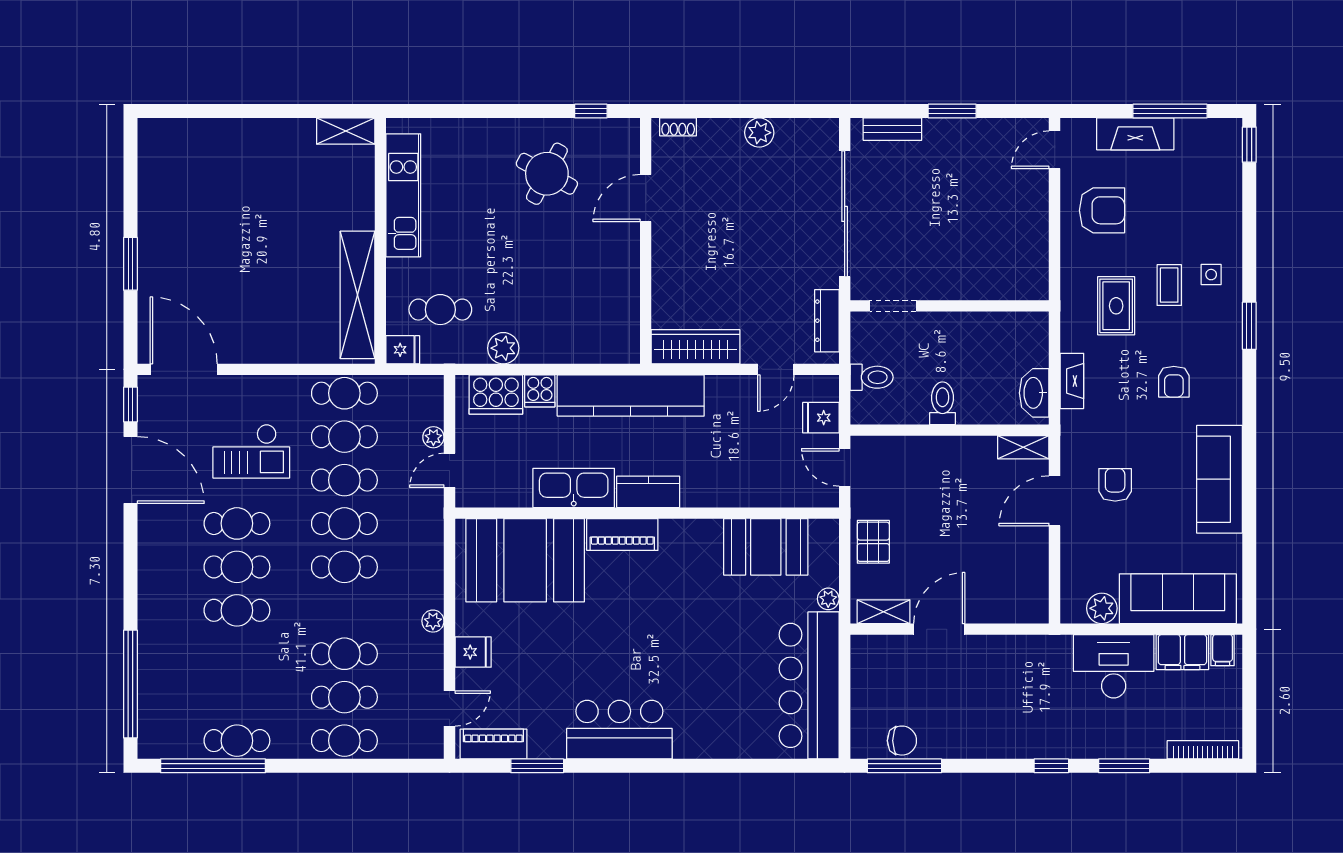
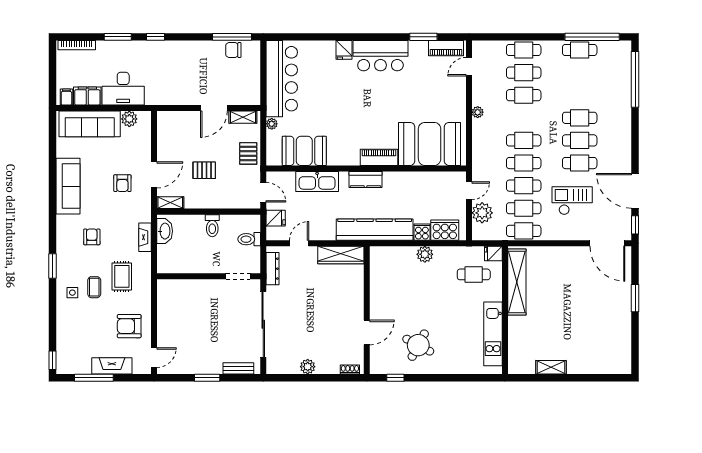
shelving: (346, 131) -> (551, 367), moved
plant: (503, 348) -> (425, 254), moved
plant: (433, 437) -> (482, 213), width x1.88, depth x1.88
kitchen sink: (574, 488) -> (317, 182), moved
pallet: (958, 509) -> (204, 170), added
fridge: (473, 652) -> (344, 50), moved, turned -90

